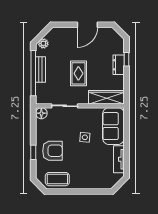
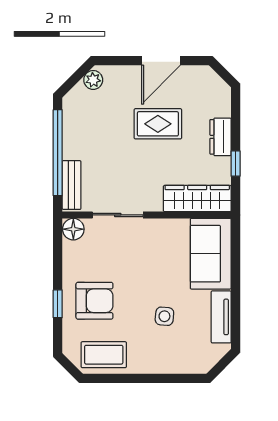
plant: (43, 43) -> (93, 80), moved
window: (127, 59) -> (236, 164), moved
bench: (40, 69) -> (72, 185), moved
rug: (78, 73) -> (158, 124), moved, turned 90
side table: (85, 137) -> (164, 316), moved

